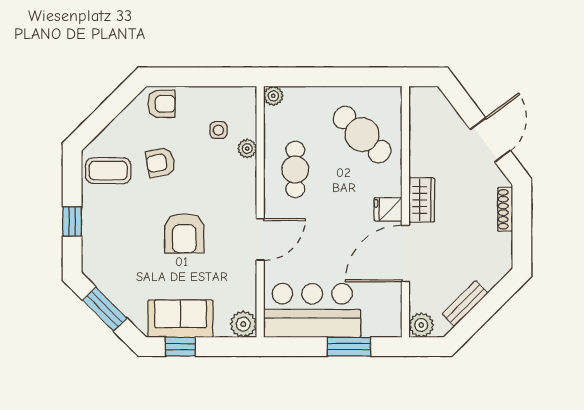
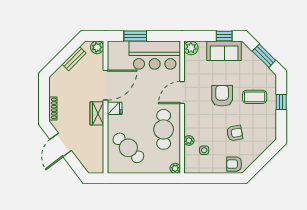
cafe table: (295, 169) -> (164, 129), width x1.37, depth x1.35
coffee table: (108, 171) -> (255, 97), moved

